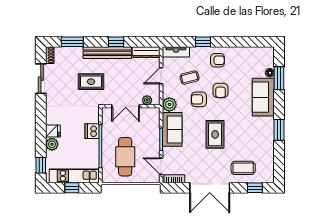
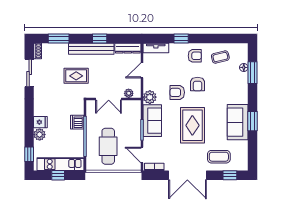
coffee table: (190, 78) -> (220, 57), moved
sofa: (263, 97) -> (238, 122), moved
rug: (215, 134) -> (192, 125), width x1.36, depth x1.43

